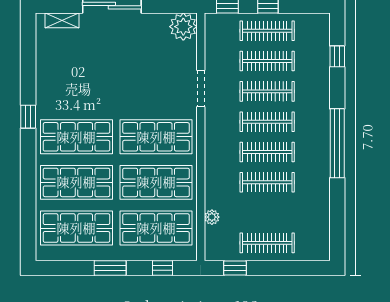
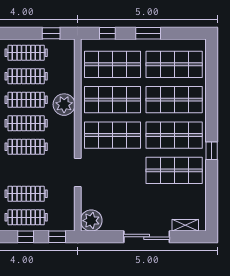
shop shelf: (76, 91) -> (174, 170), added
clothes rail: (267, 91) -> (26, 76), moved
plant: (212, 217) -> (64, 105), moved, width x1.88, depth x1.88

